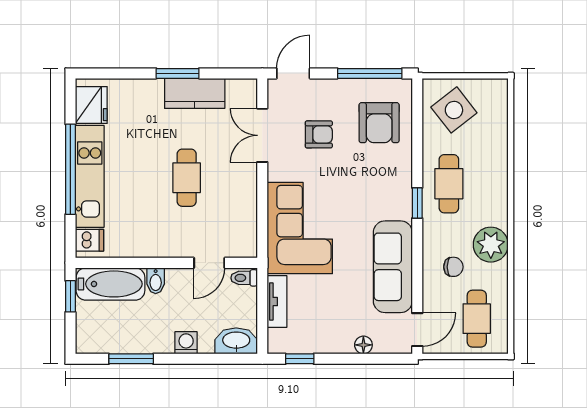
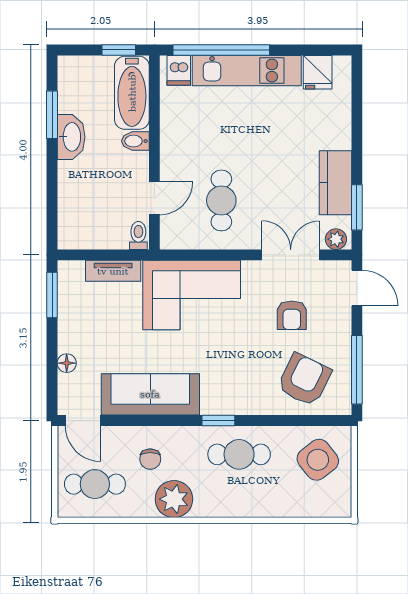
window: (178, 73) -> (357, 207), moved
plant: (248, 93) -> (336, 239), added
fridge: (91, 105) -> (318, 72), width x0.72
armchair: (379, 123) -> (304, 380), turned 116
window: (70, 169) -> (221, 50), moved
cafe table: (187, 178) -> (221, 200), moved, turned 90
door: (209, 263) -> (154, 198), swing flipped
washbasin: (236, 341) -> (71, 137), moved
washing machine: (186, 343) -> (69, 173), removed
window: (300, 359) -> (52, 295), width x1.50

